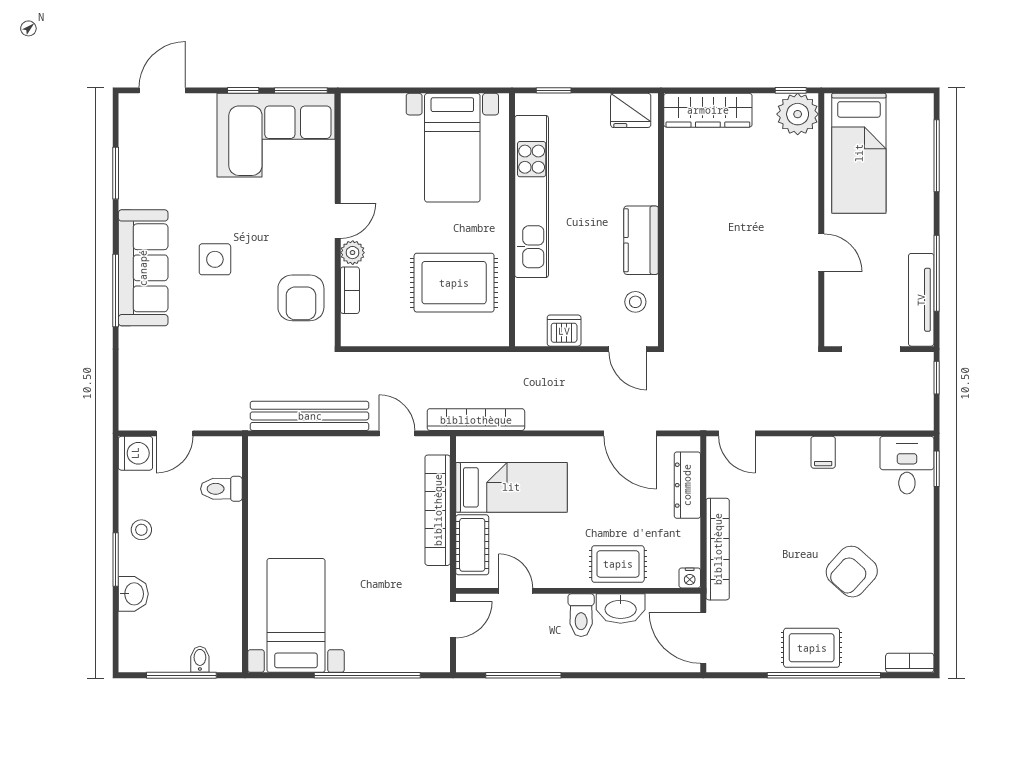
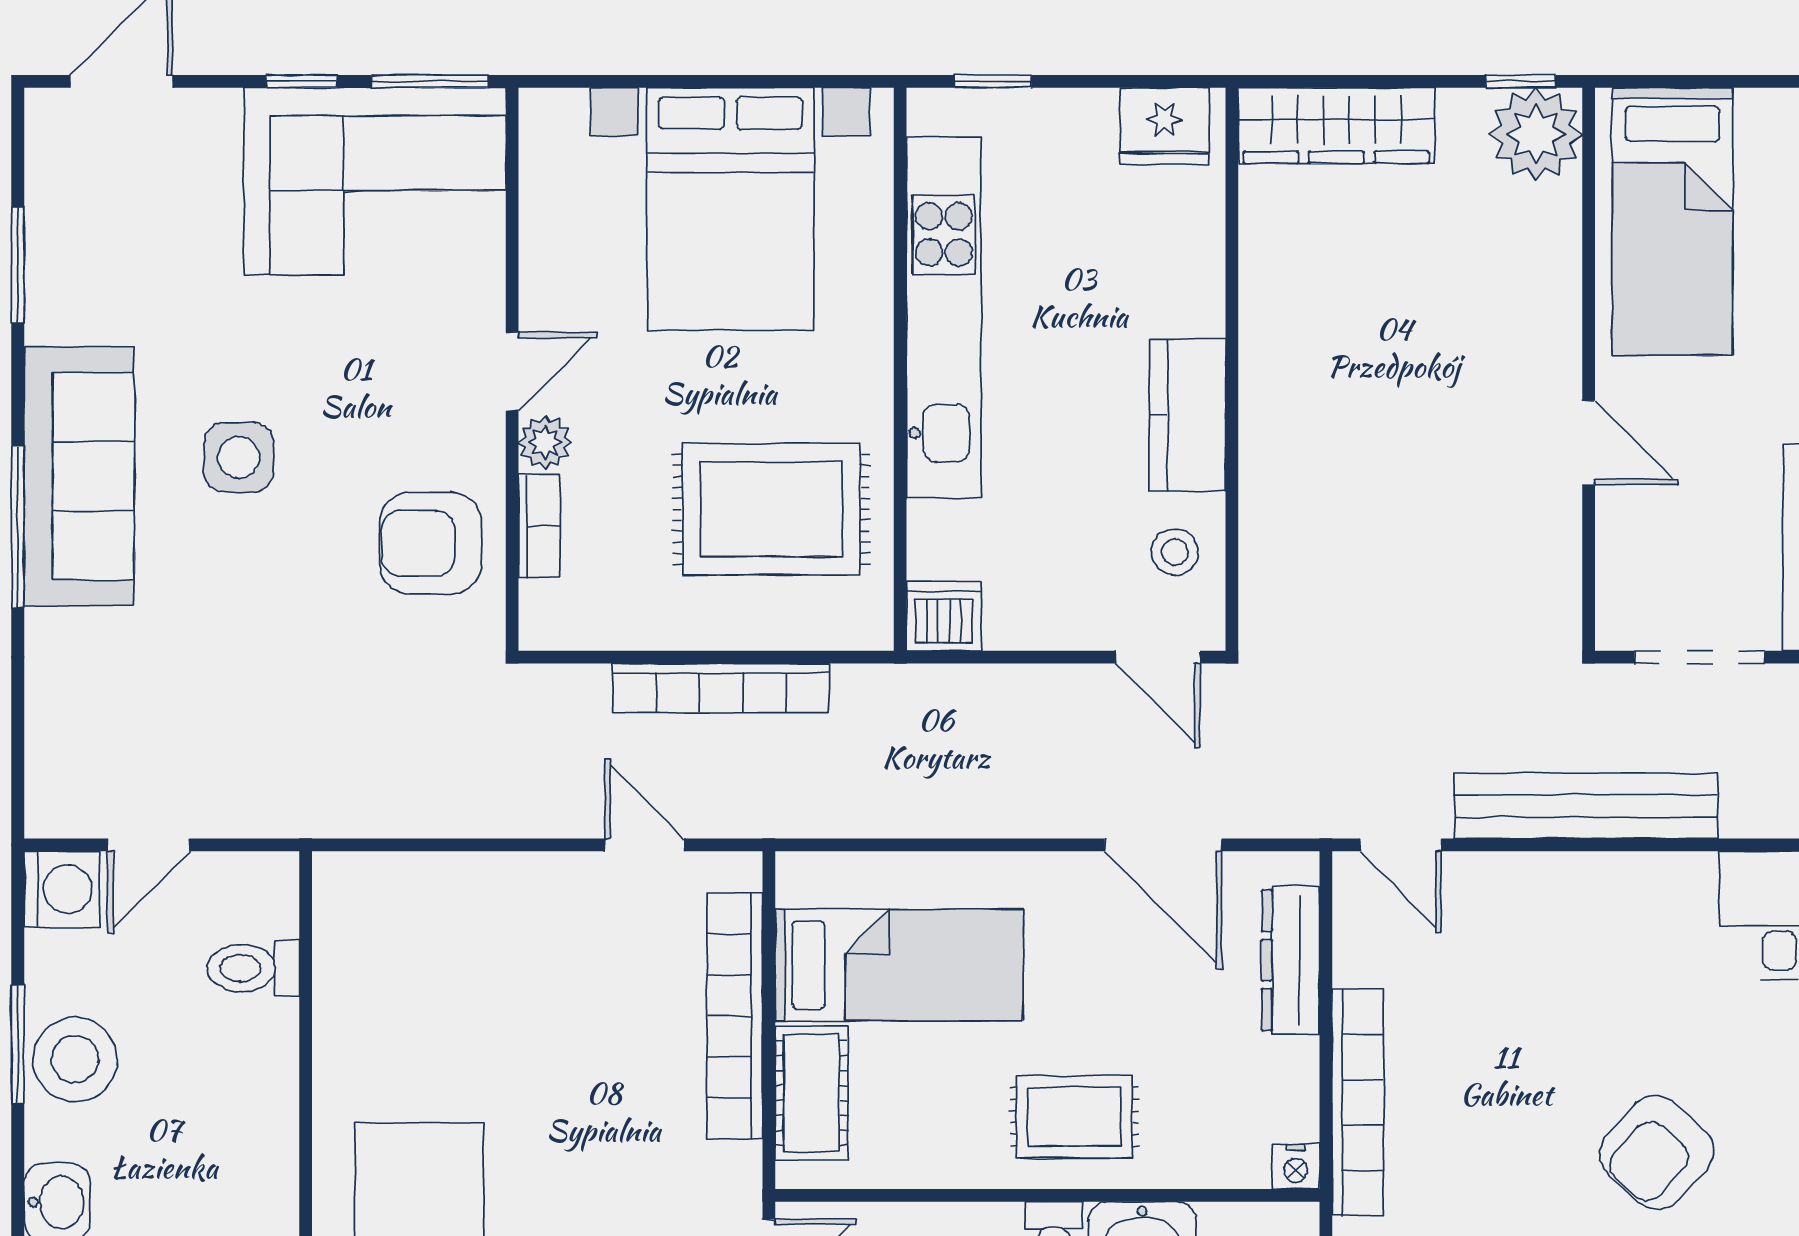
bed with nightstands: (452, 148) -> (730, 209), width x1.36
armchair: (301, 298) -> (430, 543), turned 90
dishwasher: (564, 331) -> (944, 616), moved
bench: (310, 416) -> (1586, 806), moved
bookcase: (476, 420) -> (721, 688), moved, turned 180
filing cabinet: (823, 452) -> (1593, 887), removed
stool: (141, 530) -> (75, 1059), width x1.89, depth x1.89
window: (116, 560) -> (18, 1045), moved
rug: (618, 564) -> (1074, 1117), moved
door: (516, 591) -> (908, 1195), removed

